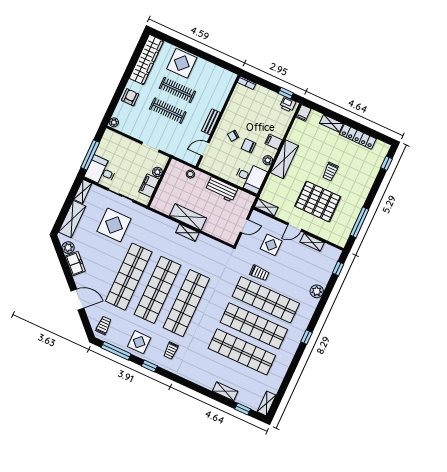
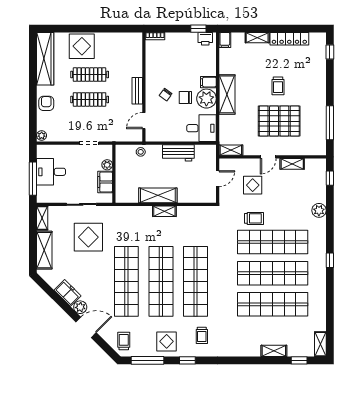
plant: (268, 160) -> (206, 99), width x1.87, depth x1.87
desk: (101, 171) -> (51, 172), moved
plant: (68, 248) -> (80, 307), moved

